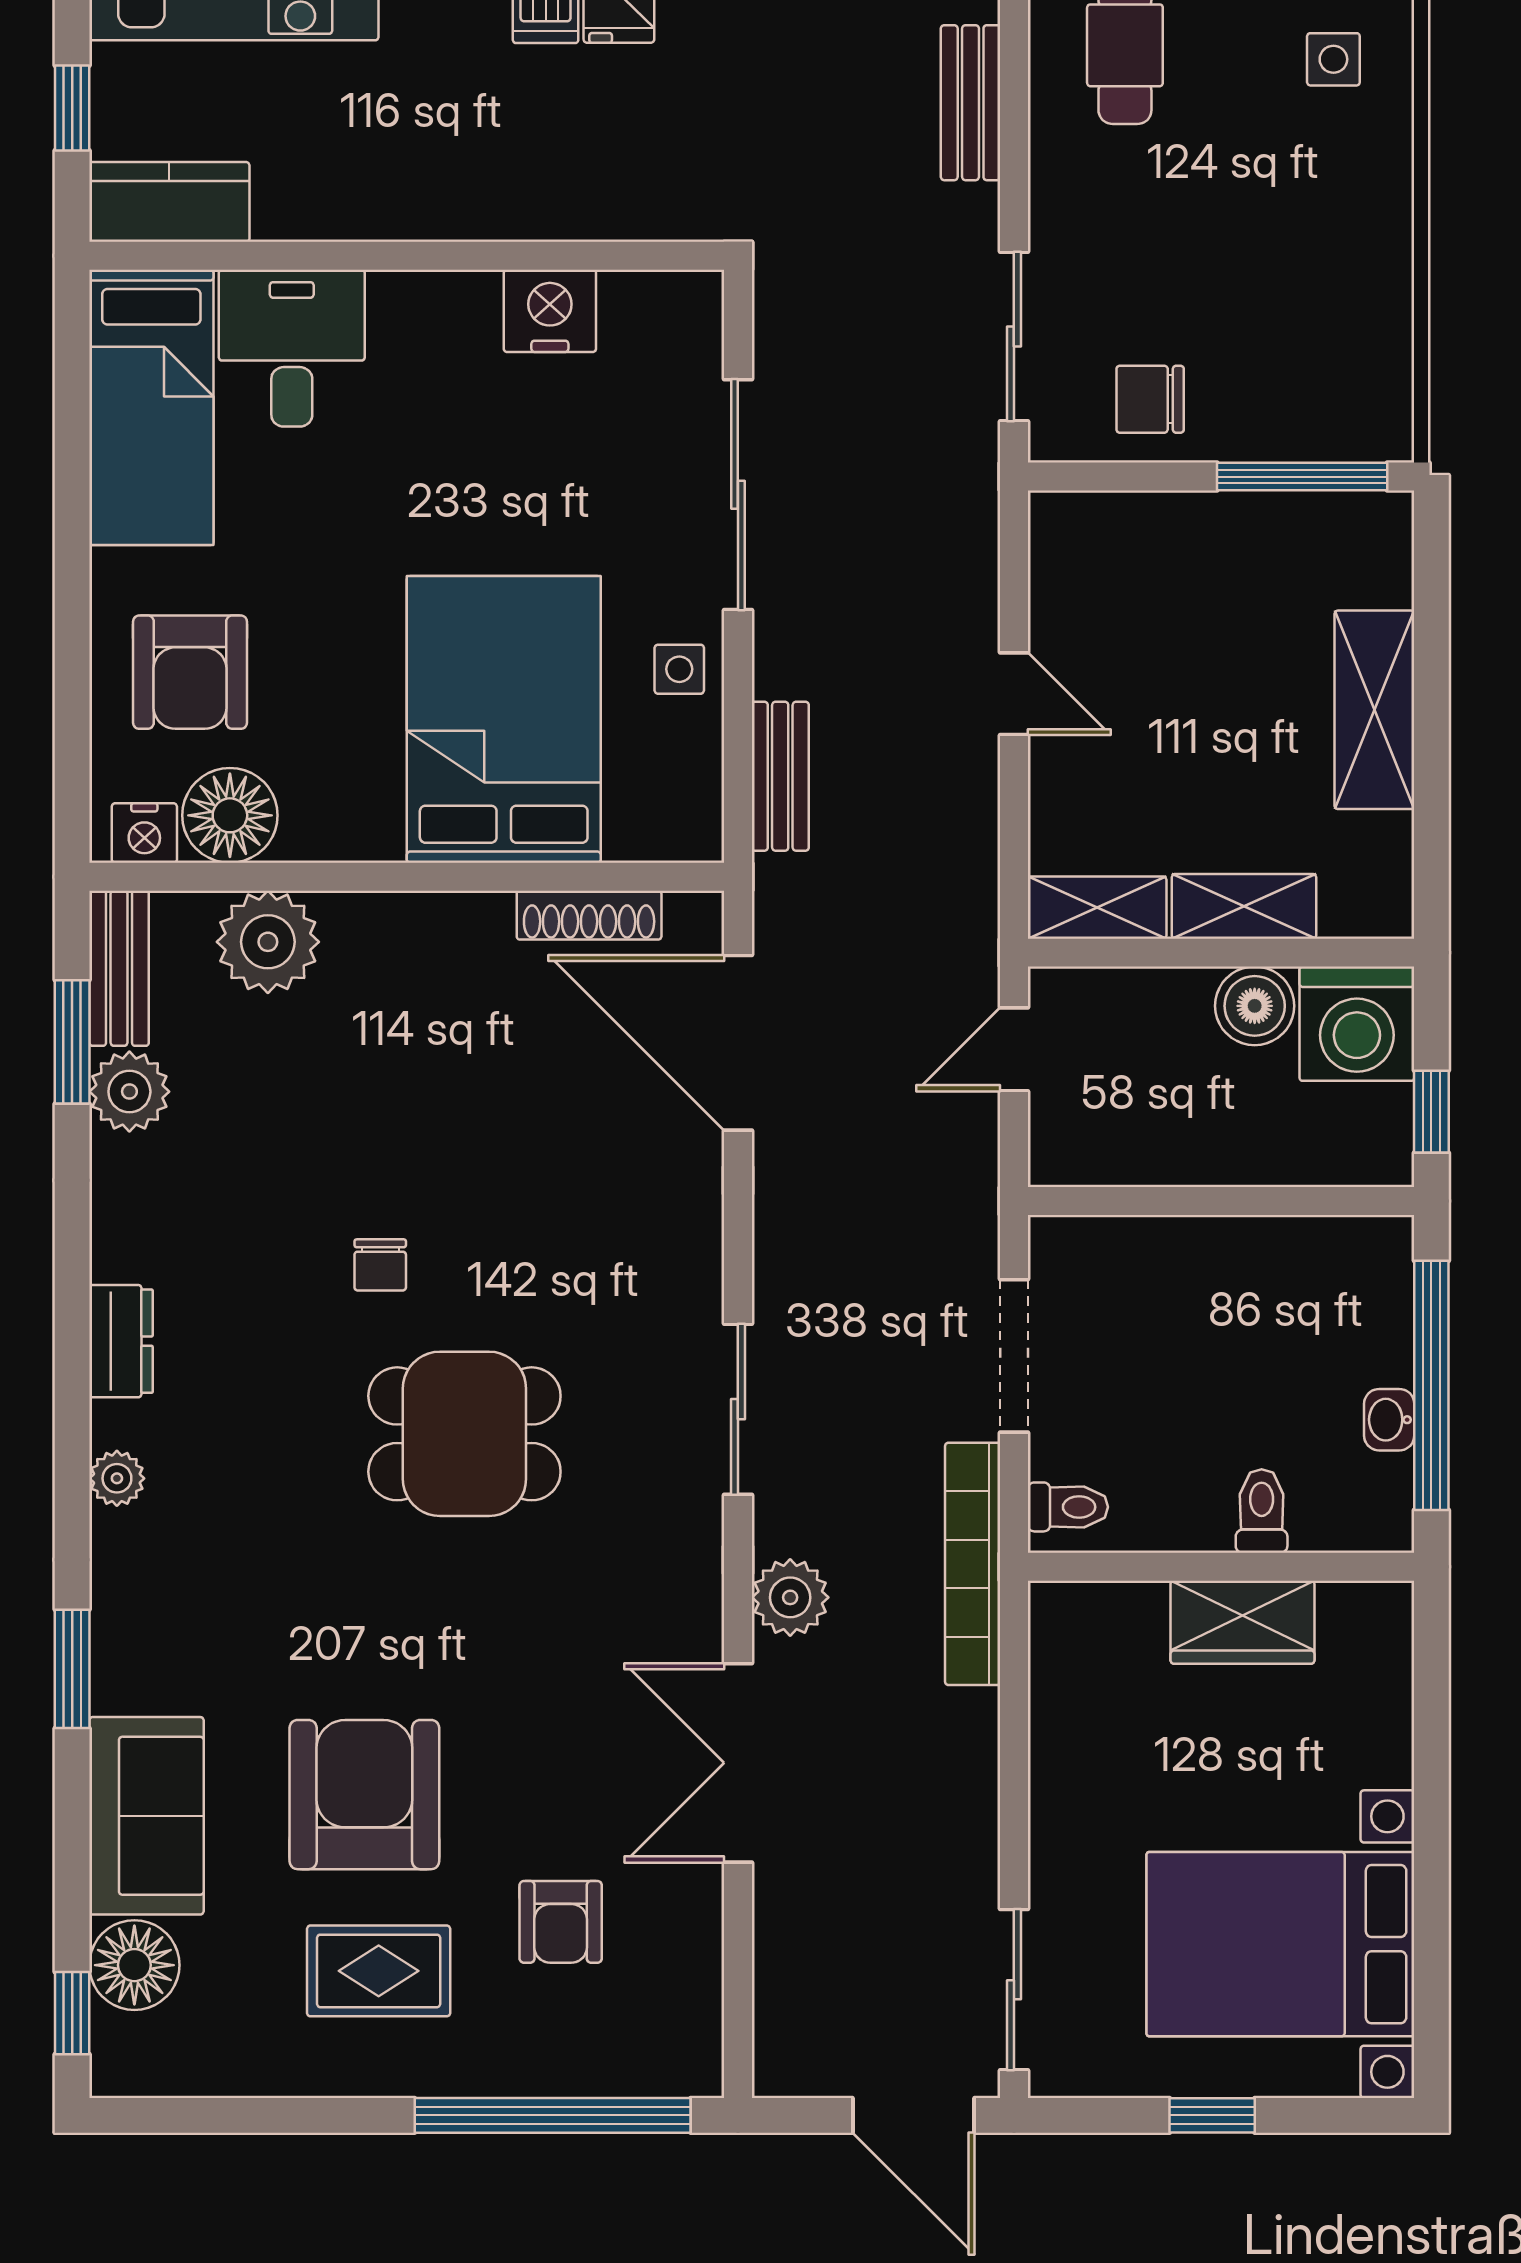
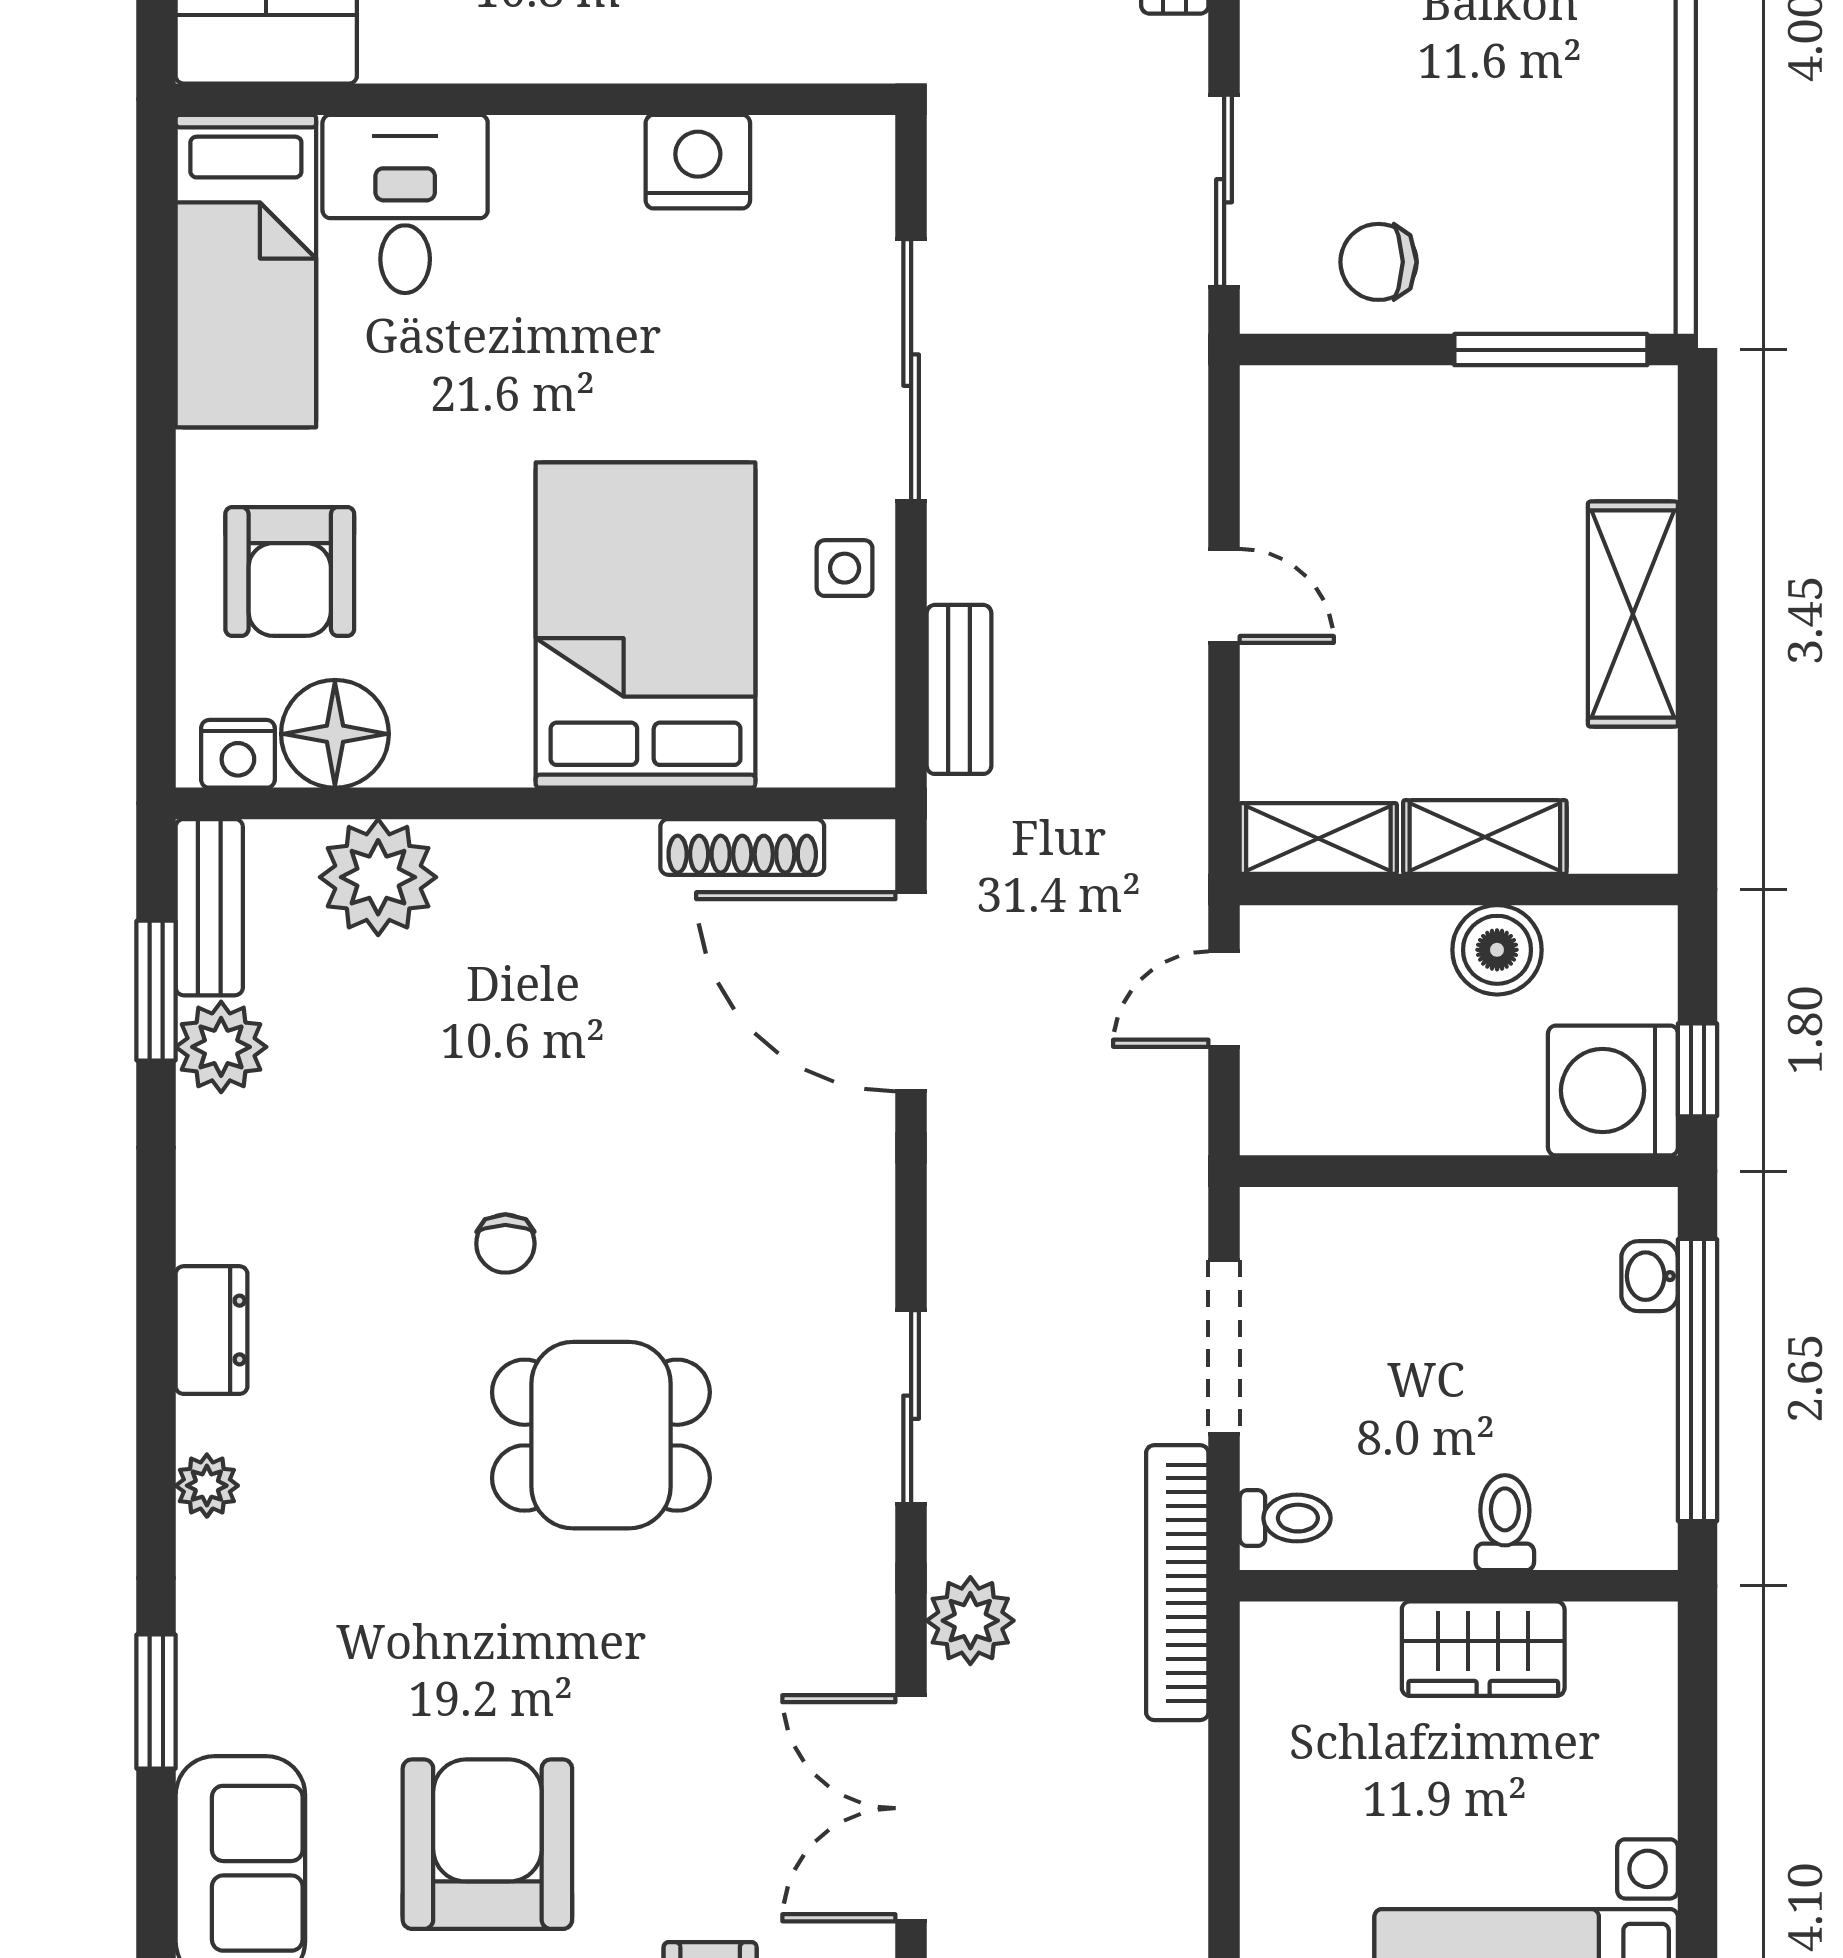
washing machine: (1357, 1024) -> (1613, 1091), moved, turned 90
washbasin: (1389, 1420) -> (1650, 1276), moved

